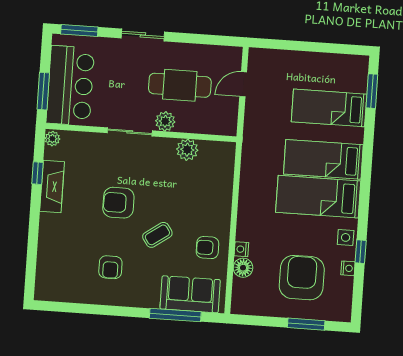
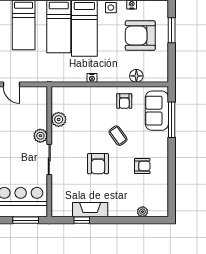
cafe table: (180, 85) -> (15, 128), removed
plant: (52, 139) -> (143, 212), moved
nightstand: (241, 249) -> (92, 78), moved

